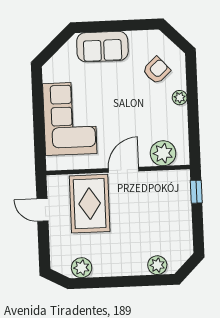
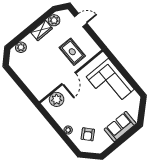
window: (196, 192) -> (29, 94), removed
rug: (90, 204) -> (72, 52), width x0.73, depth x0.70
door: (42, 210) -> (81, 20), moved
wardrobe: (110, 267) -> (42, 30), added

